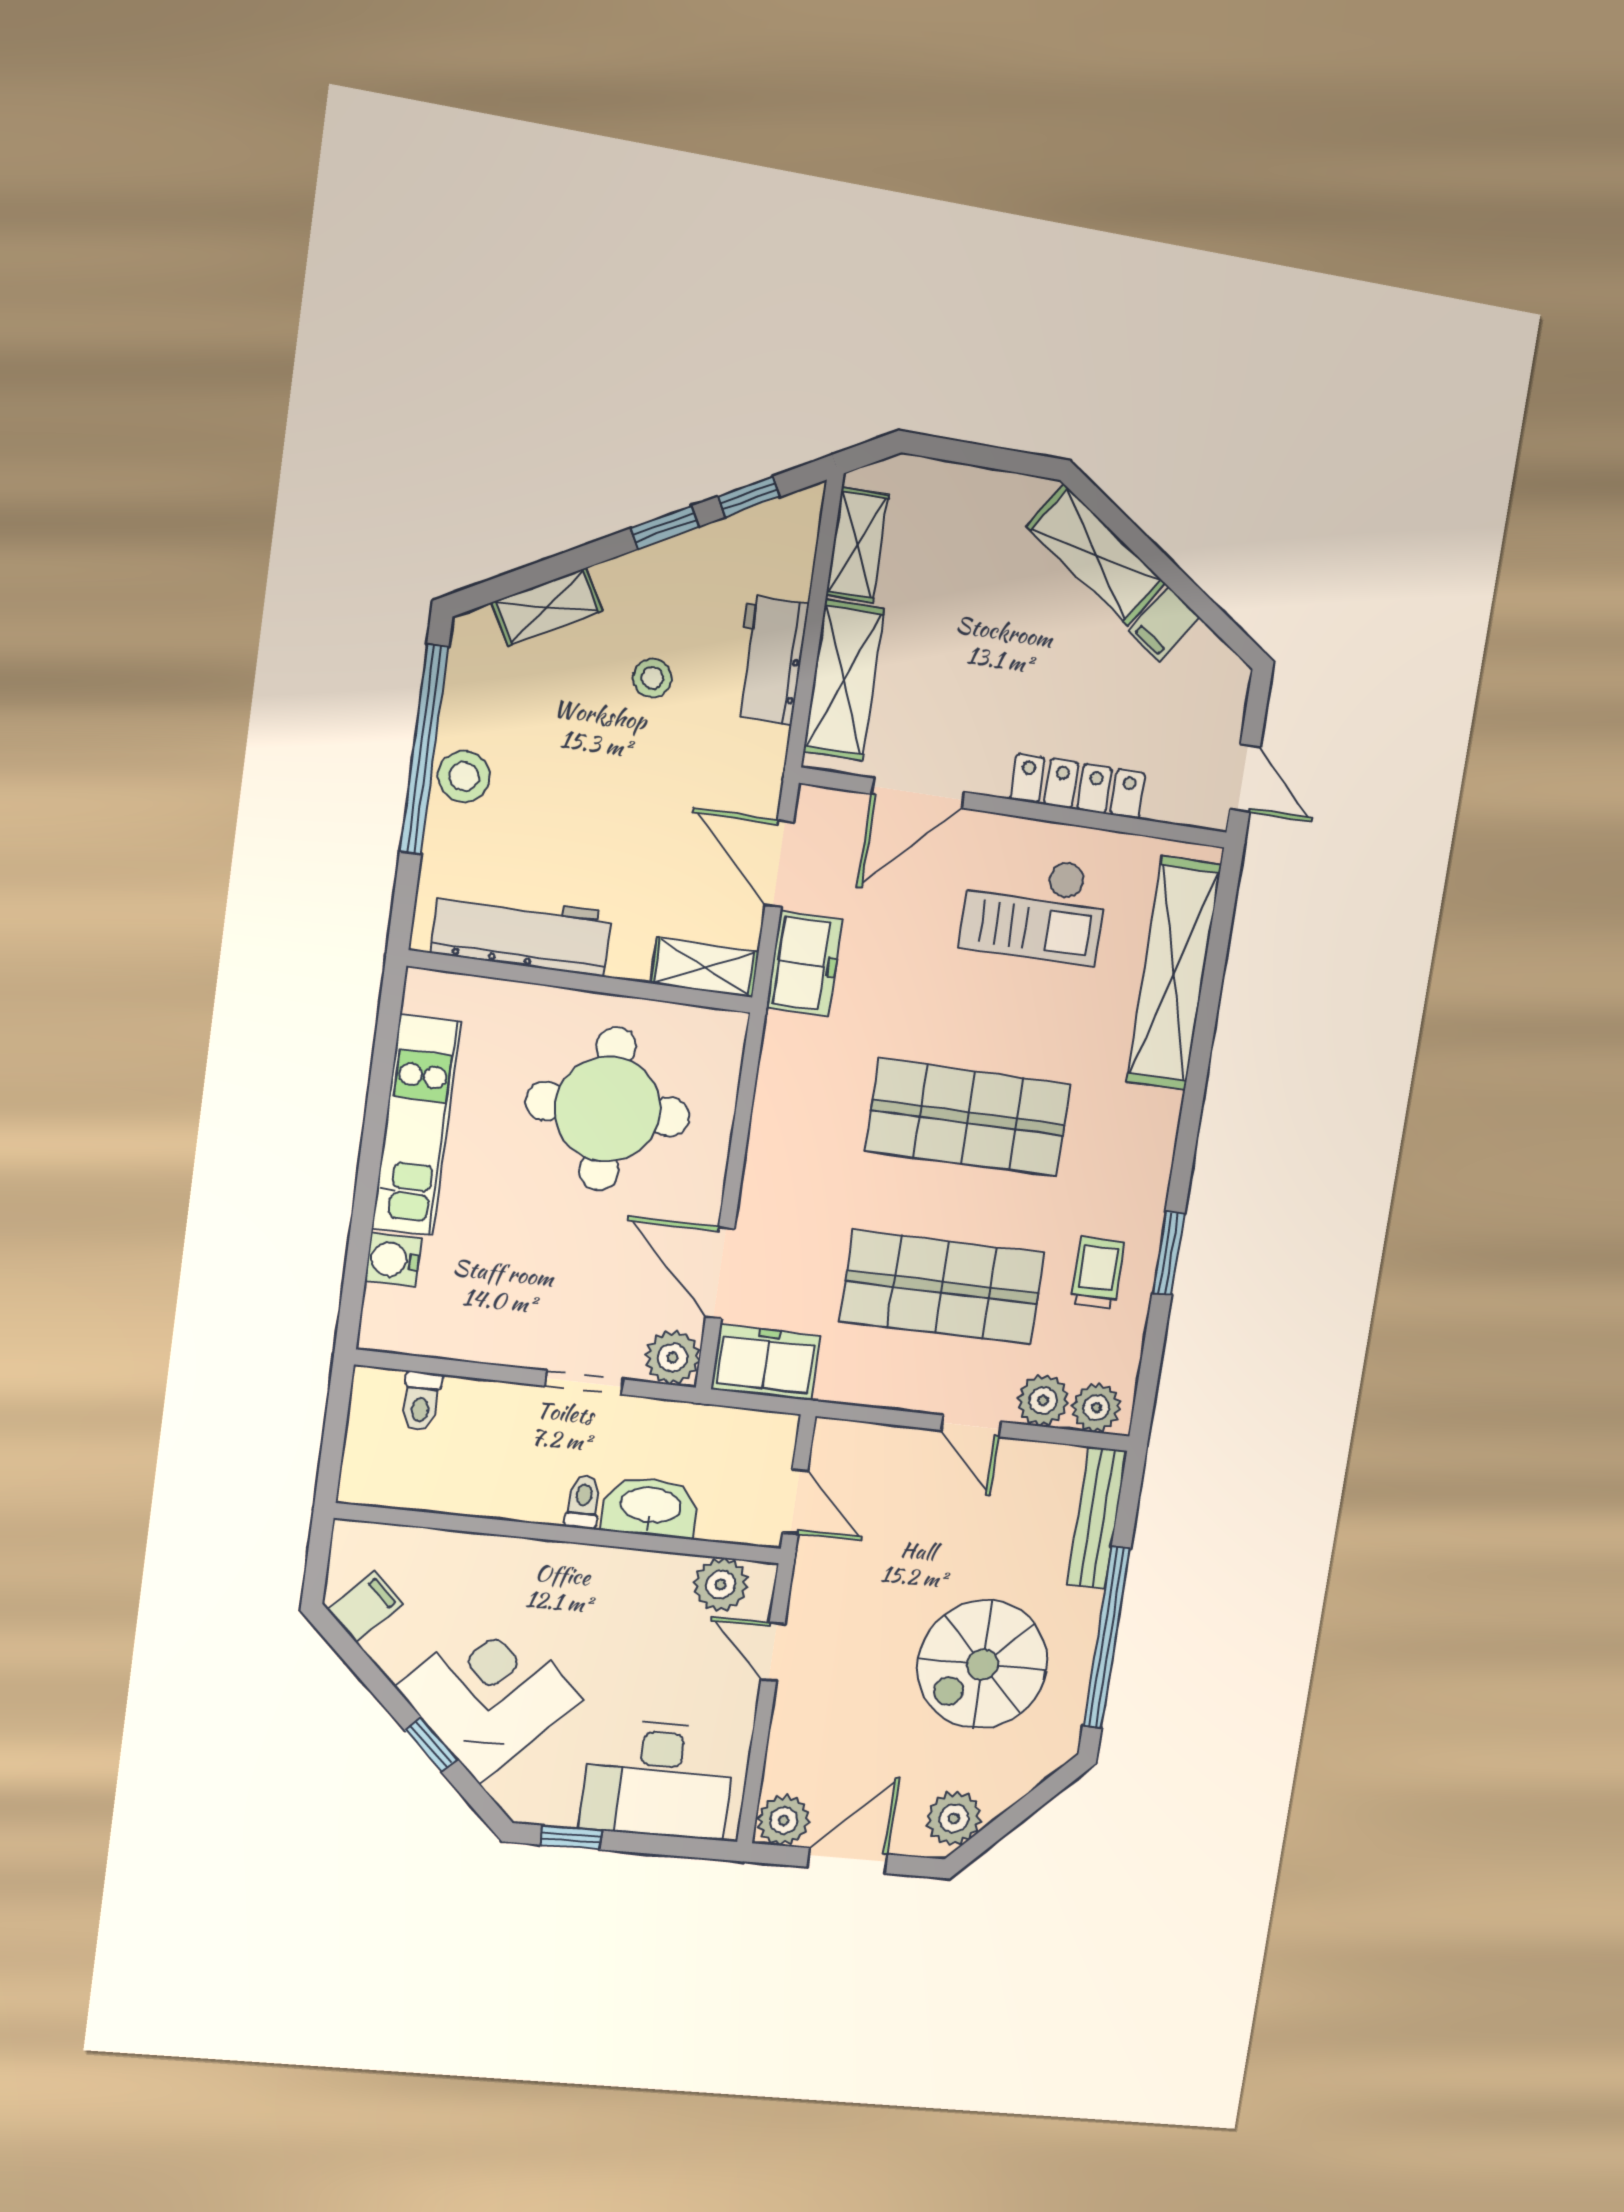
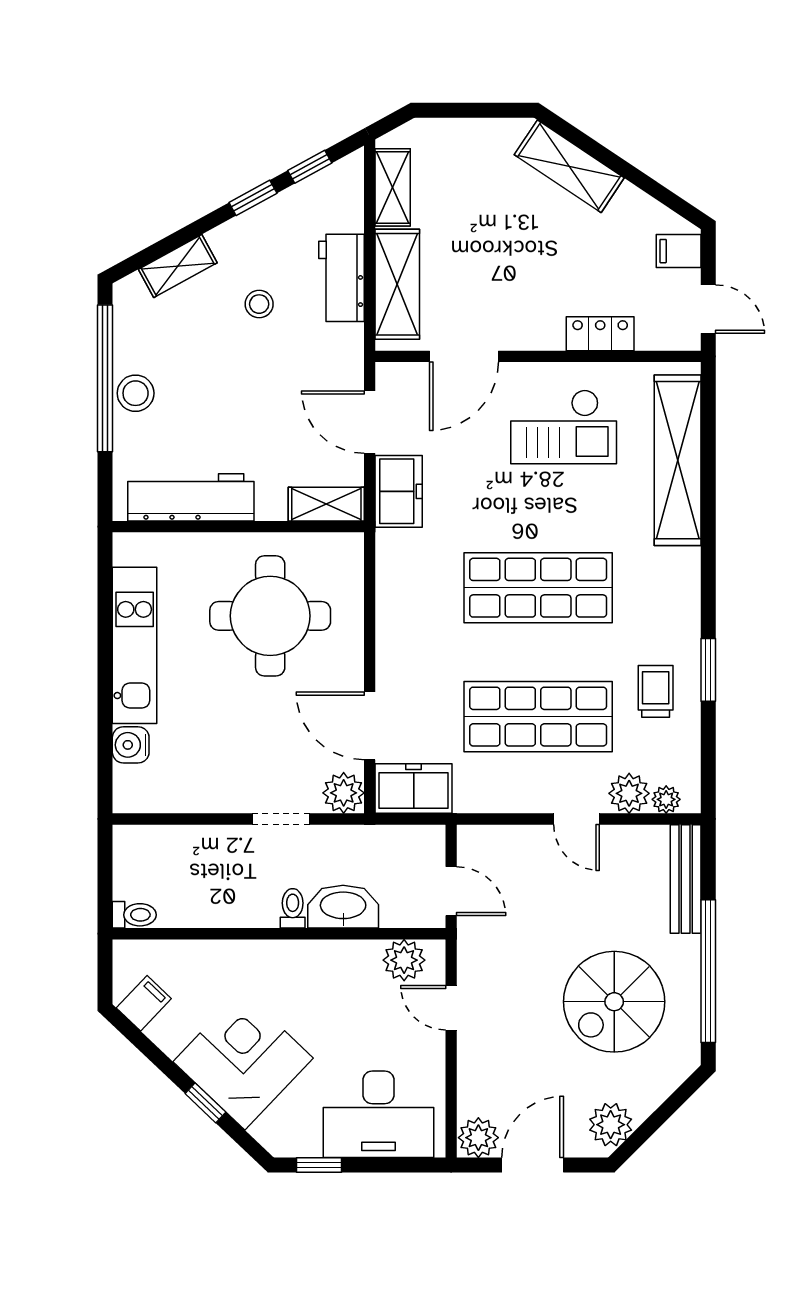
filing cabinet: (1164, 624) -> (679, 251), moved, turned 56
locker: (1078, 786) -> (600, 334), width x0.66
toilet: (421, 1401) -> (134, 915), moved, turned -90
plant: (1096, 1408) -> (666, 799), width x0.73, depth x0.73

